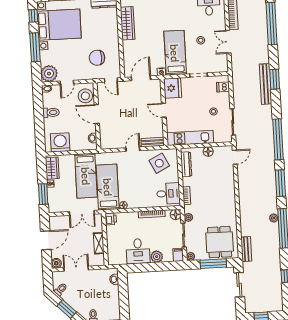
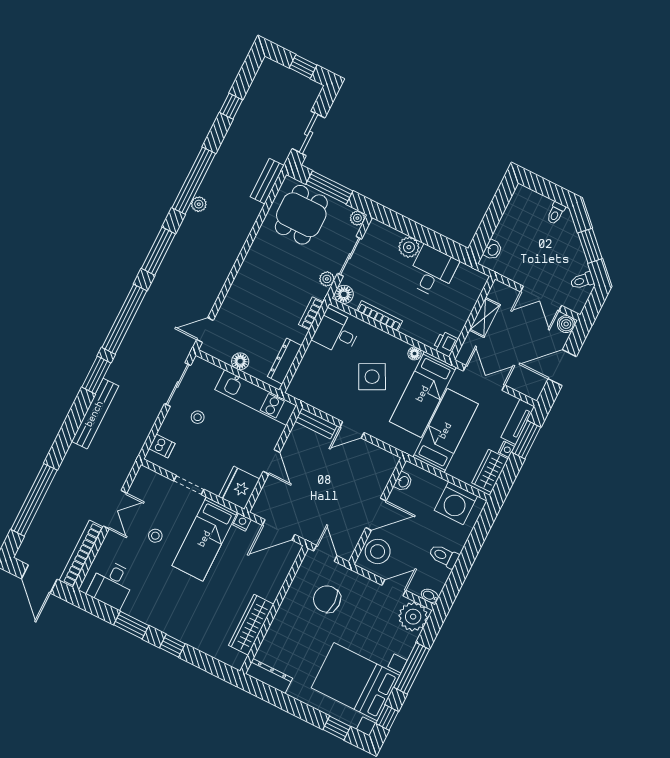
chair: (97, 58) -> (327, 599), turned 180
window: (275, 79) -> (96, 375), moved
door: (97, 114) -> (376, 514), hinge flipped
side table: (159, 163) -> (372, 377), moved
tv unit: (53, 201) -> (518, 422), added
filing cabinet: (178, 255) -> (375, 231), removed

